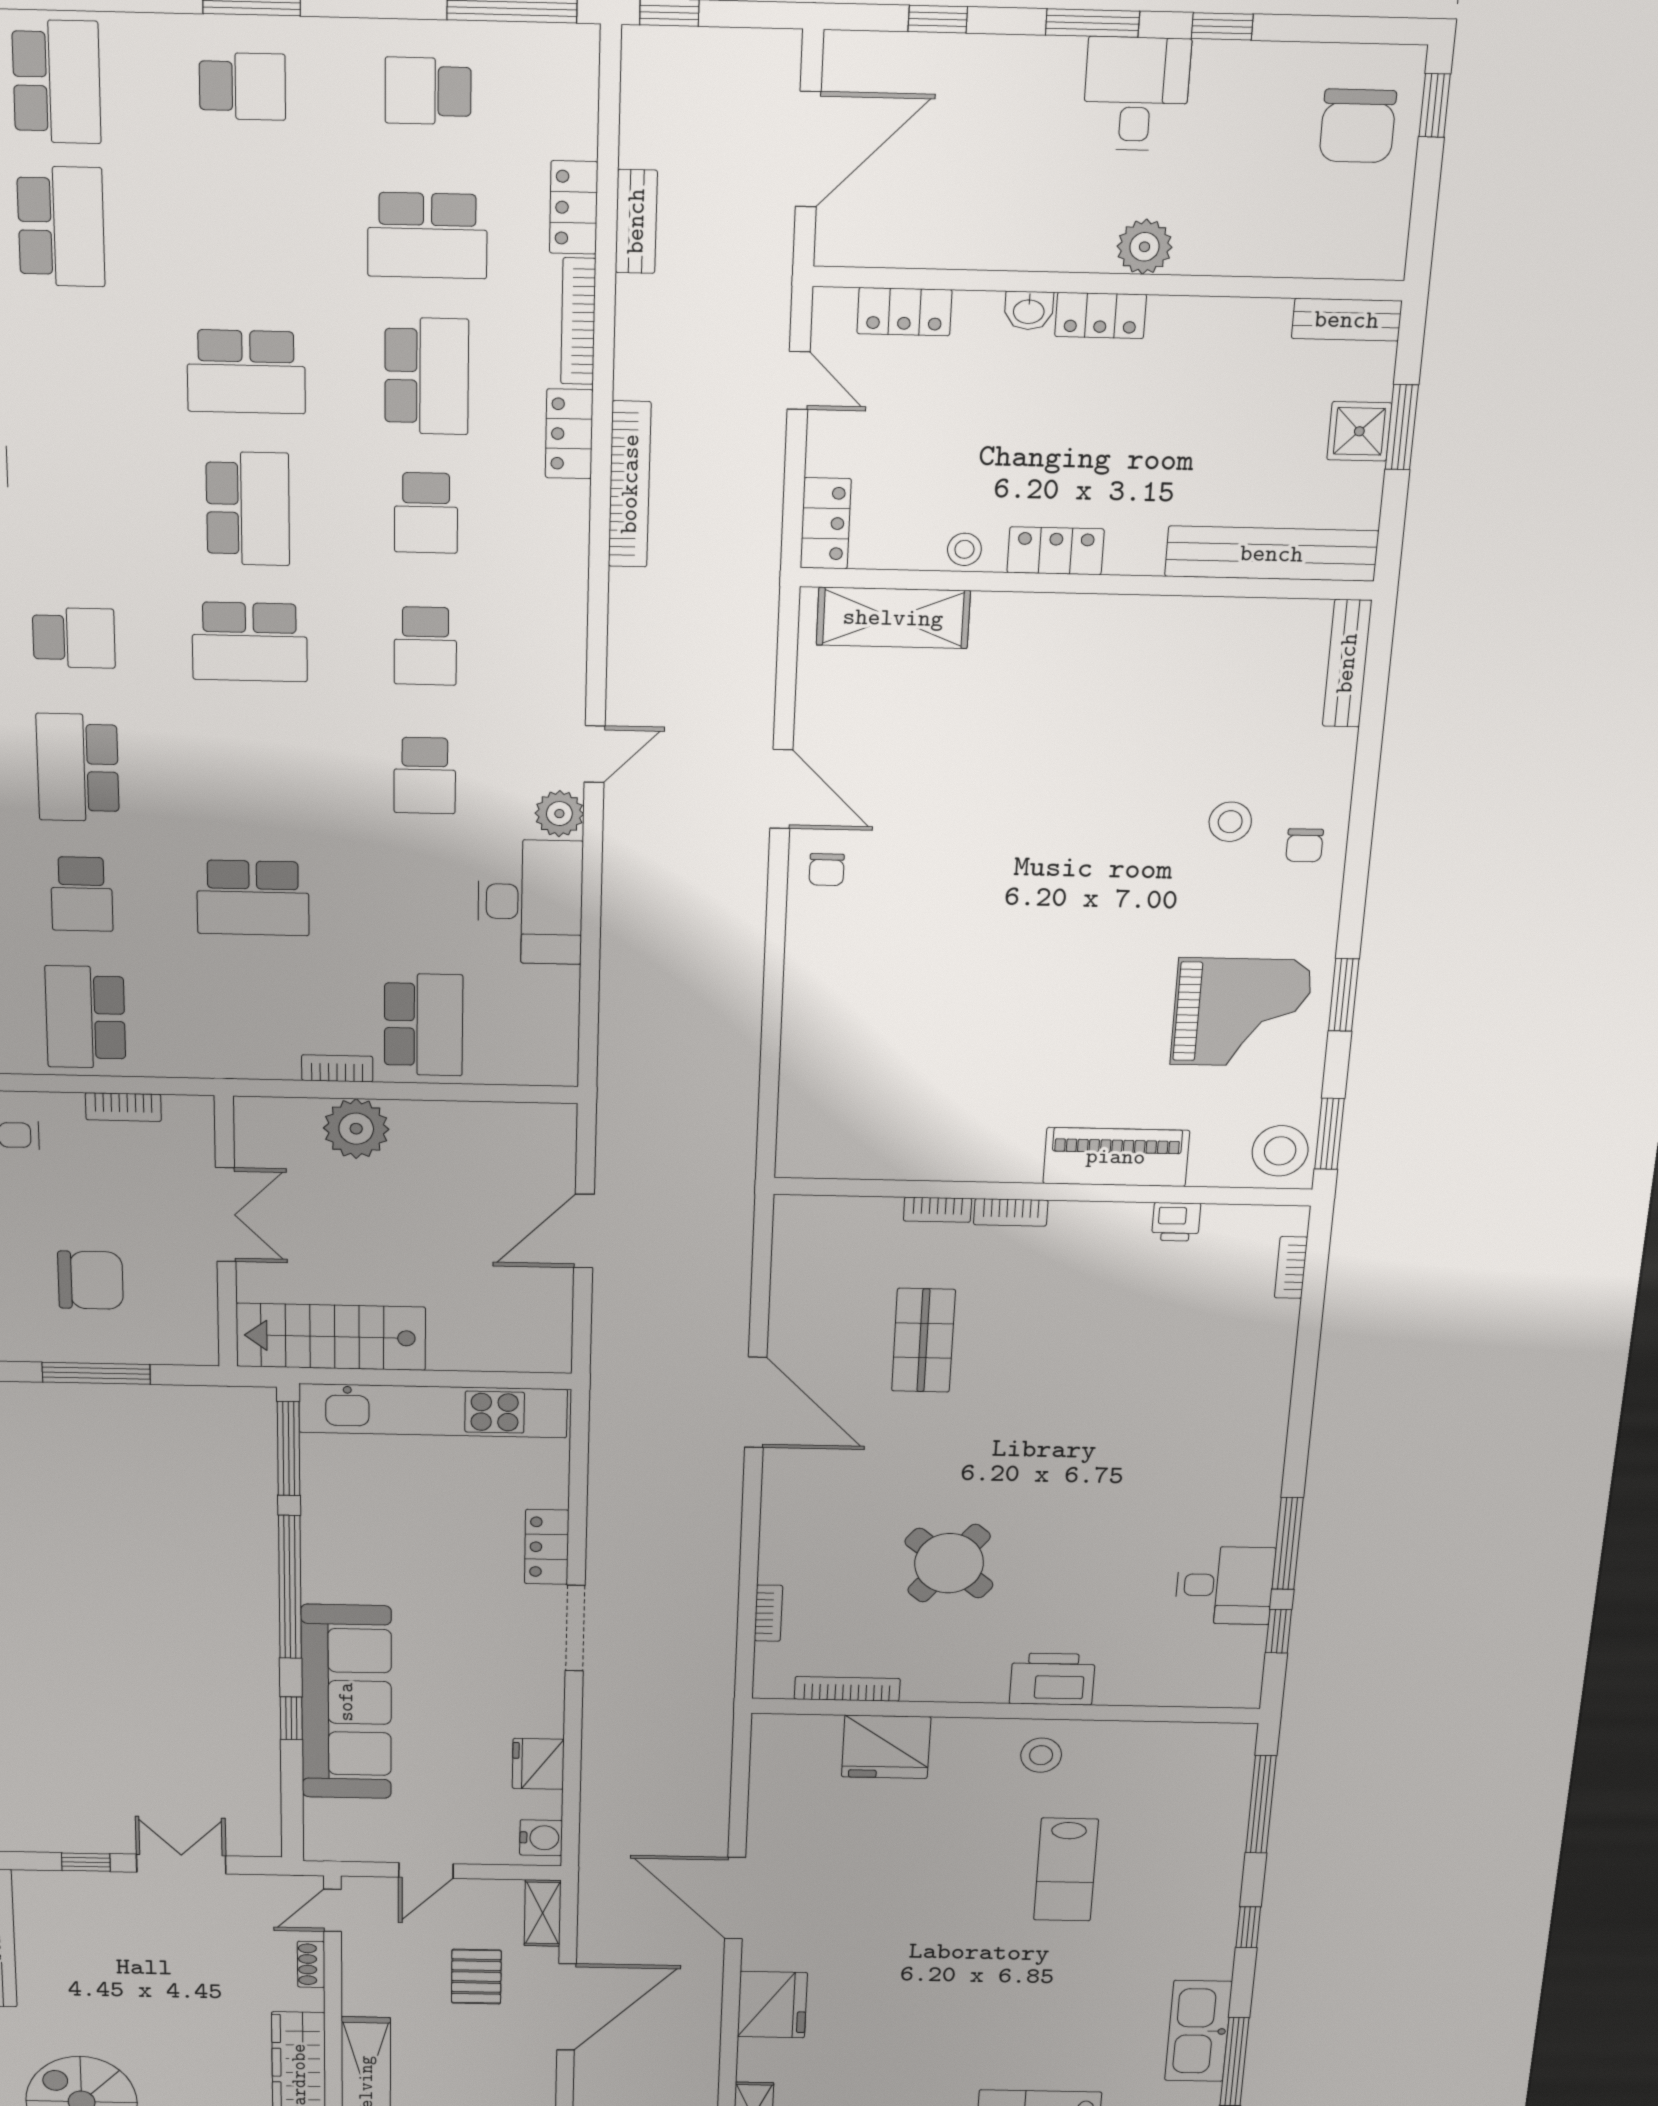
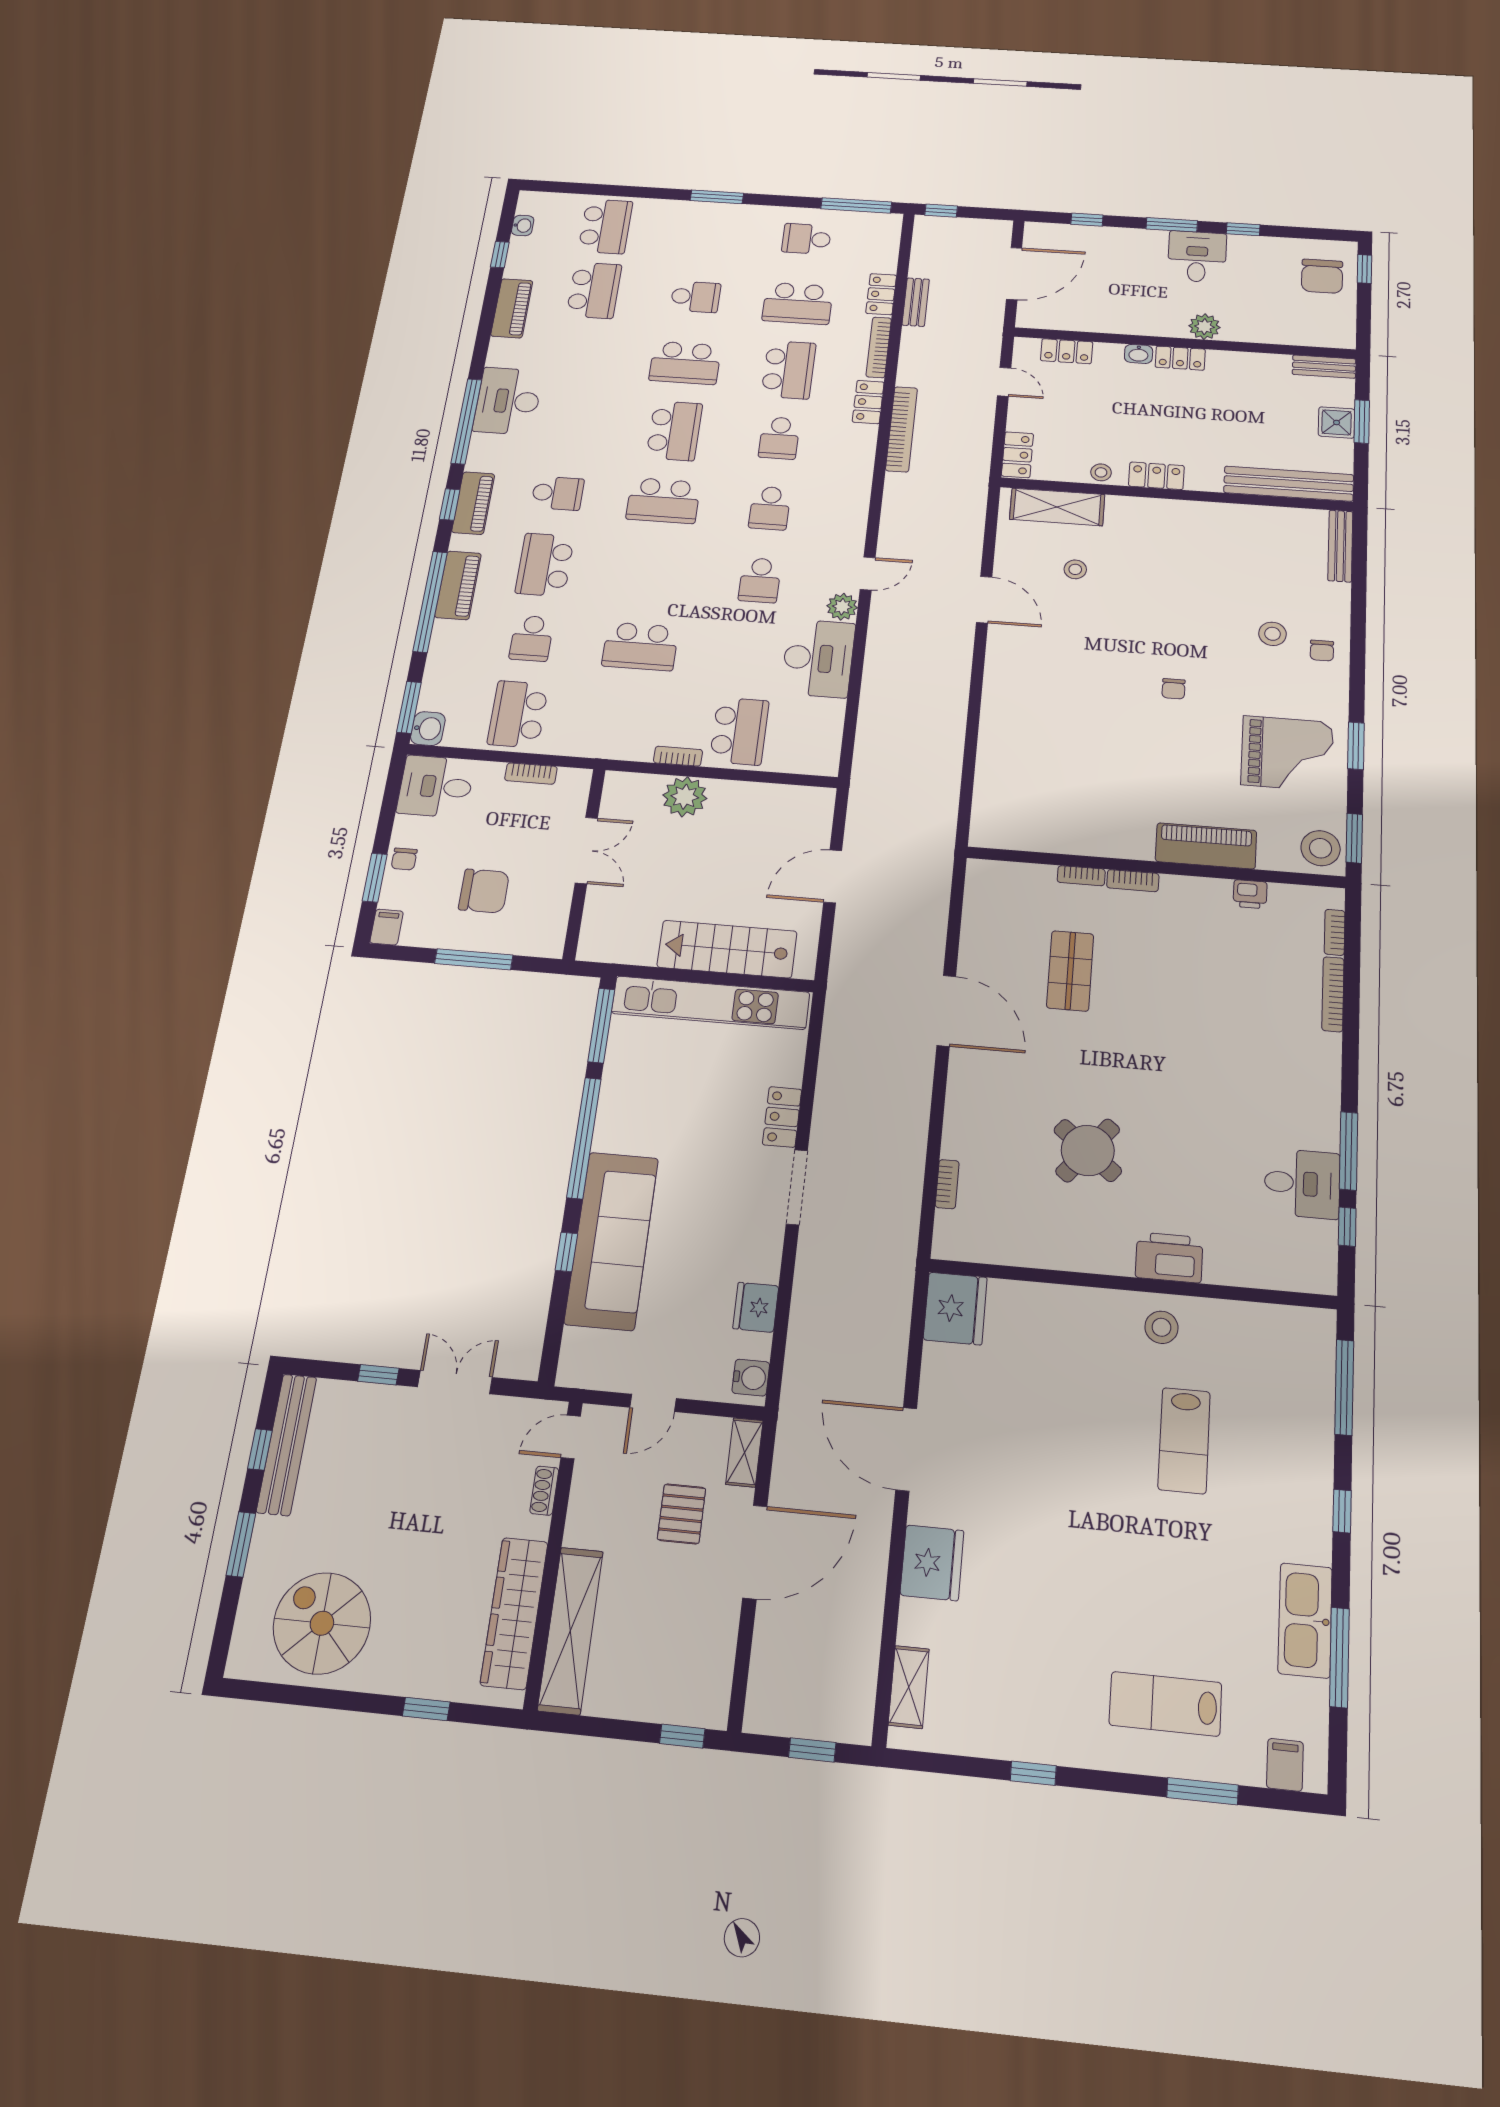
school desk: (242, 86) -> (696, 297), moved
stool: (924, 728) -> (1075, 569), added
chair: (827, 870) -> (1174, 689), moved
stairs: (331, 1337) -> (727, 949), moved
bookcase: (847, 1689) -> (1333, 994), moved, turned -90
fridge: (886, 1747) -> (955, 1308), moved, turned -90

